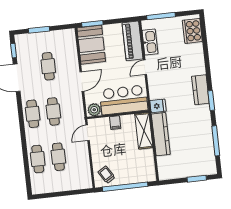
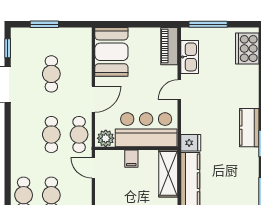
window: (92, 24) -> (116, 24), removed
piano: (132, 41) -> (169, 46), width x0.73, depth x0.75
cafe table: (33, 114) -> (79, 135), moved
door: (88, 133) -> (93, 168), hinge flipped

